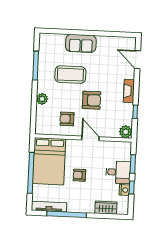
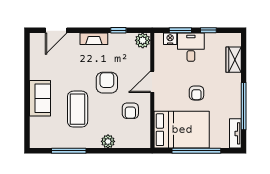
nightstand: (124, 190) -> (170, 39), moved
tv unit: (49, 207) -> (235, 133), width x0.71

